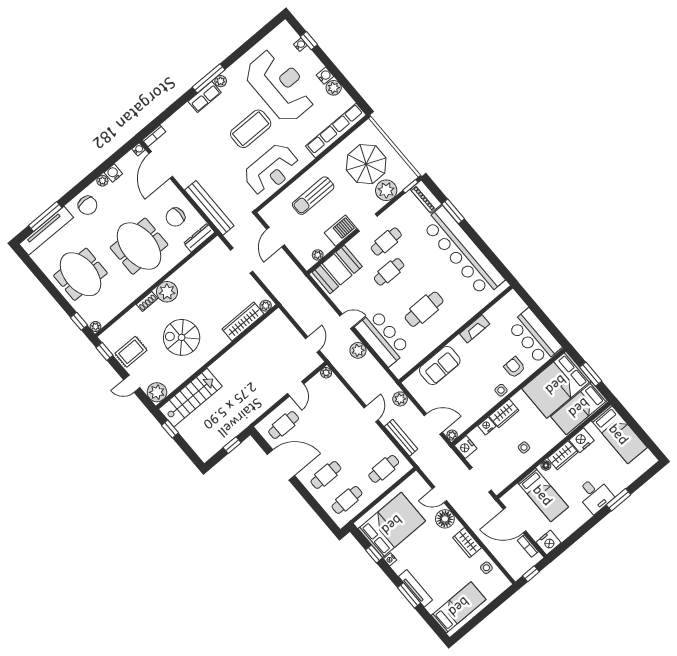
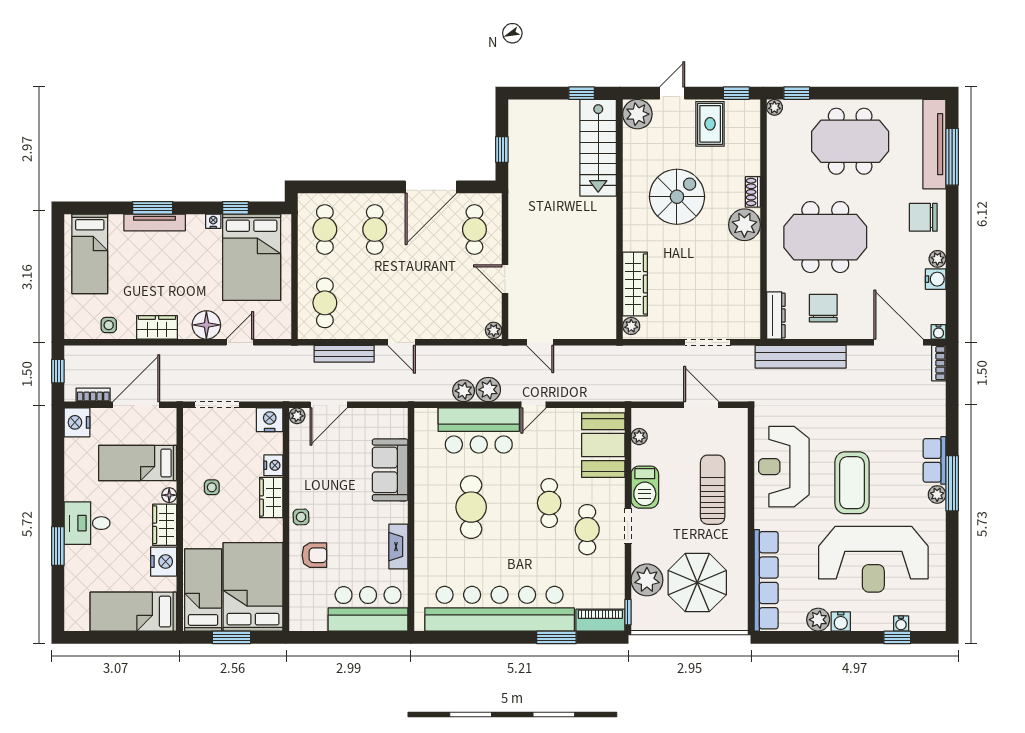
bar counter: (535, 337) -> (368, 609), moved
plant: (400, 399) -> (464, 391), moved

